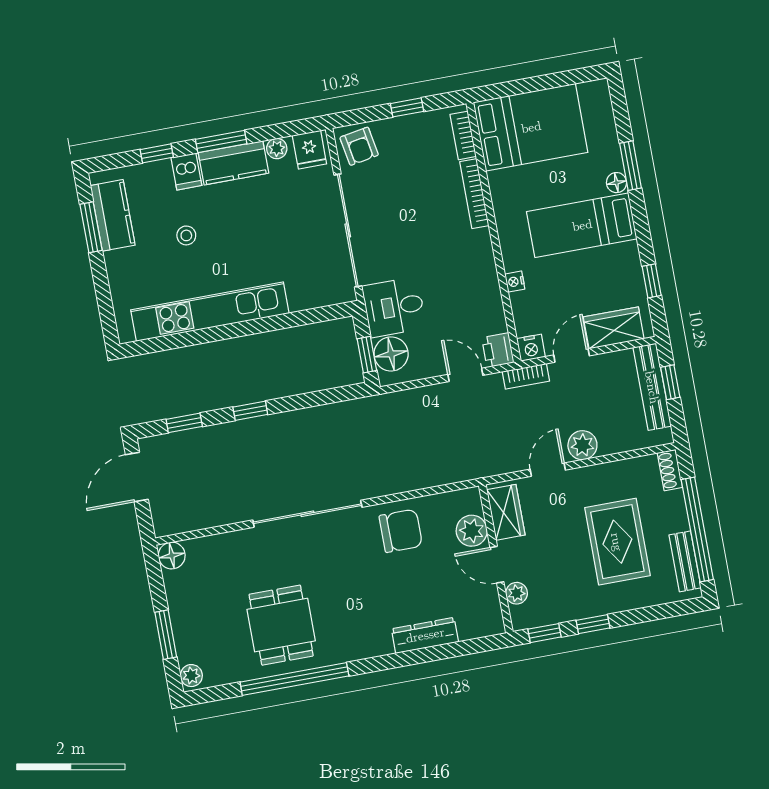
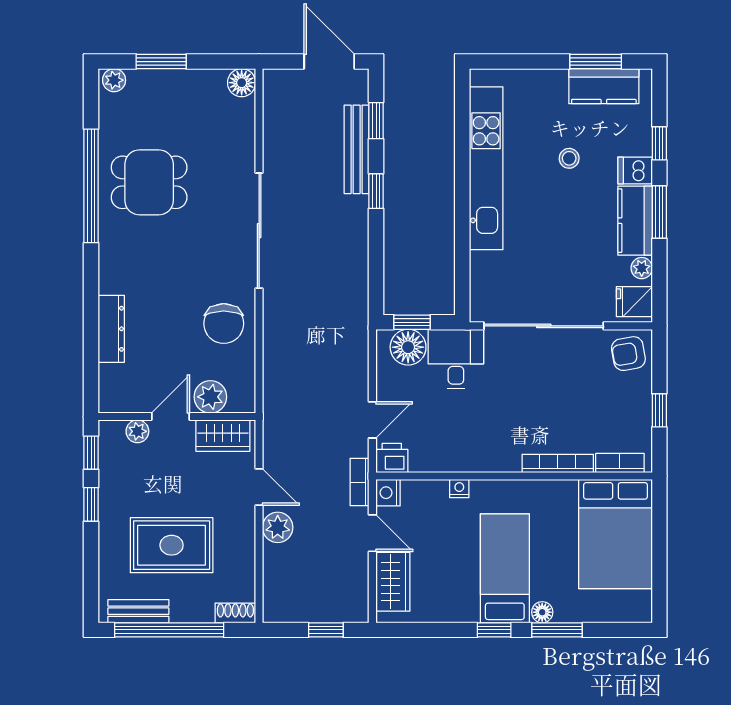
window: (652, 281) -> (494, 630), moved
bench: (652, 387) -> (357, 149), moved, turned 90

